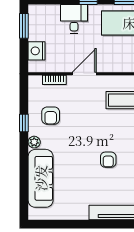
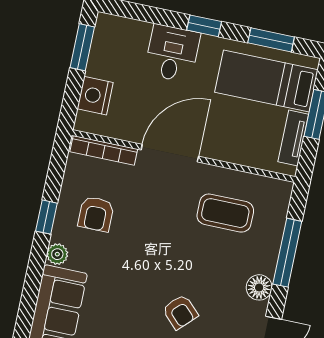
door: (84, 74) -> (170, 153), width x1.36
bookcase: (54, 80) -> (104, 150), width x1.56
armchair: (108, 160) -> (180, 312), turned -45

